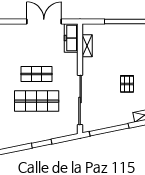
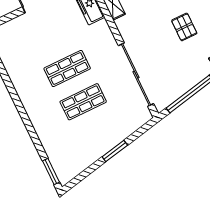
shop shelf: (37, 101) -> (83, 102), width x0.70, depth x0.74

